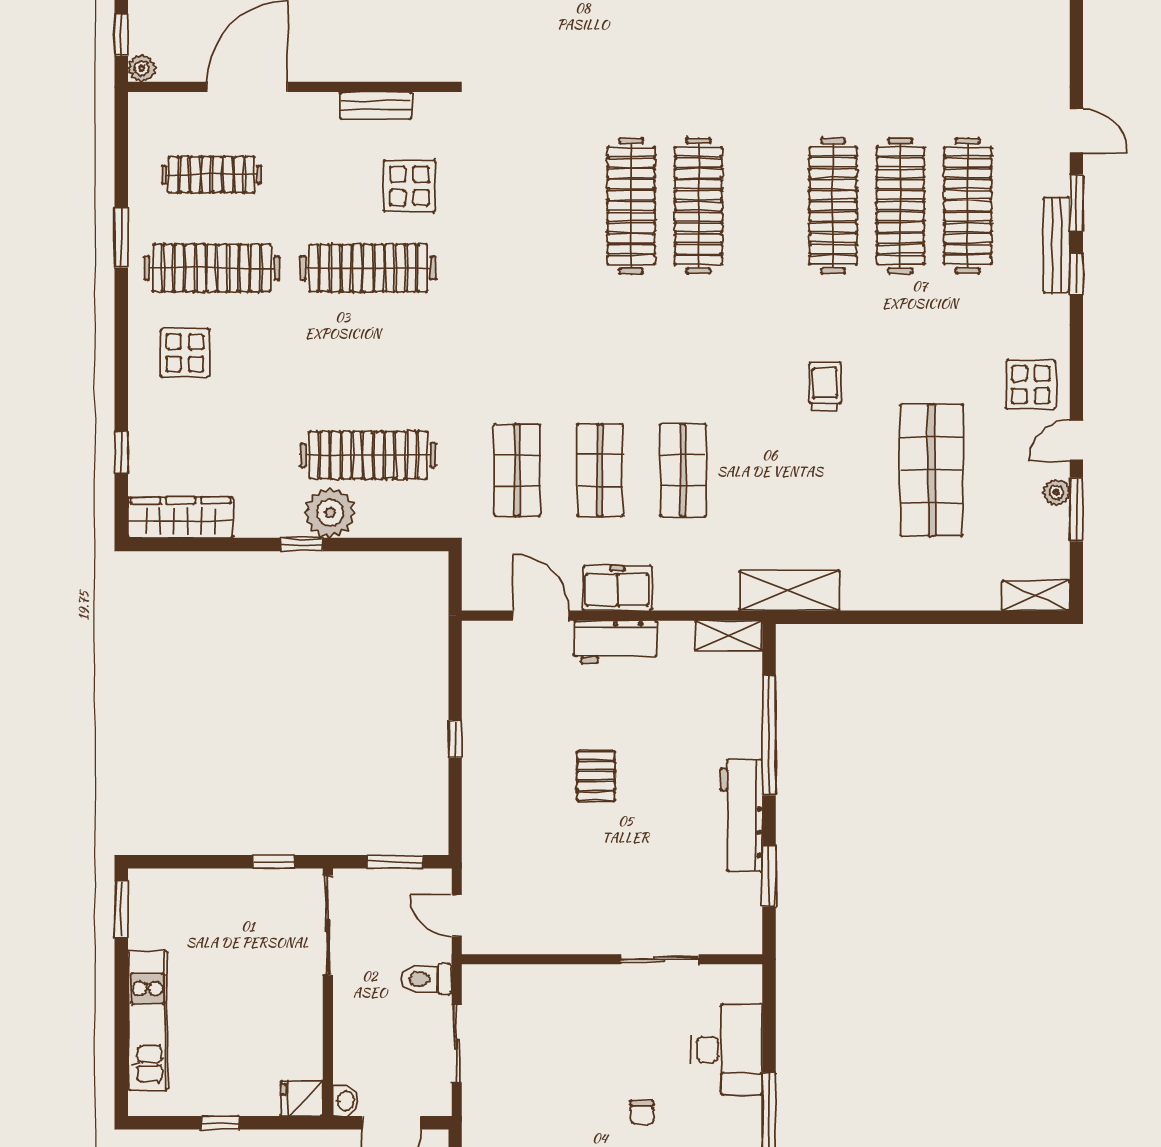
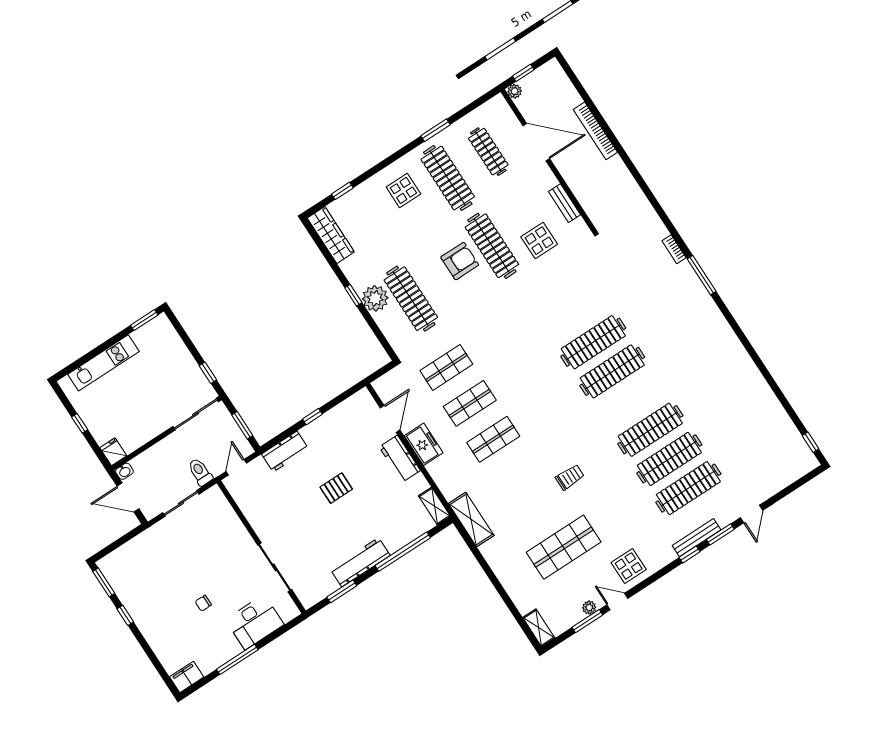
armchair: (359, 336) -> (460, 261), added
workbench: (483, 820) -> (285, 452), added
sliding door: (659, 959) -> (275, 567), width x1.37

